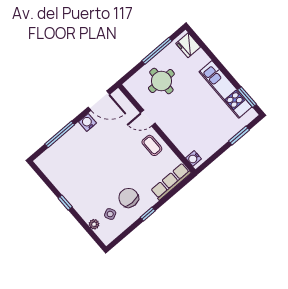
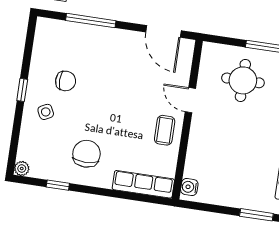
water cooler: (88, 122) -> (130, 39), removed
chair: (80, 176) -> (66, 81), added
side table: (110, 214) -> (46, 112), moved
window: (148, 214) -> (58, 185), moved
plant: (94, 224) -> (22, 169), moved

